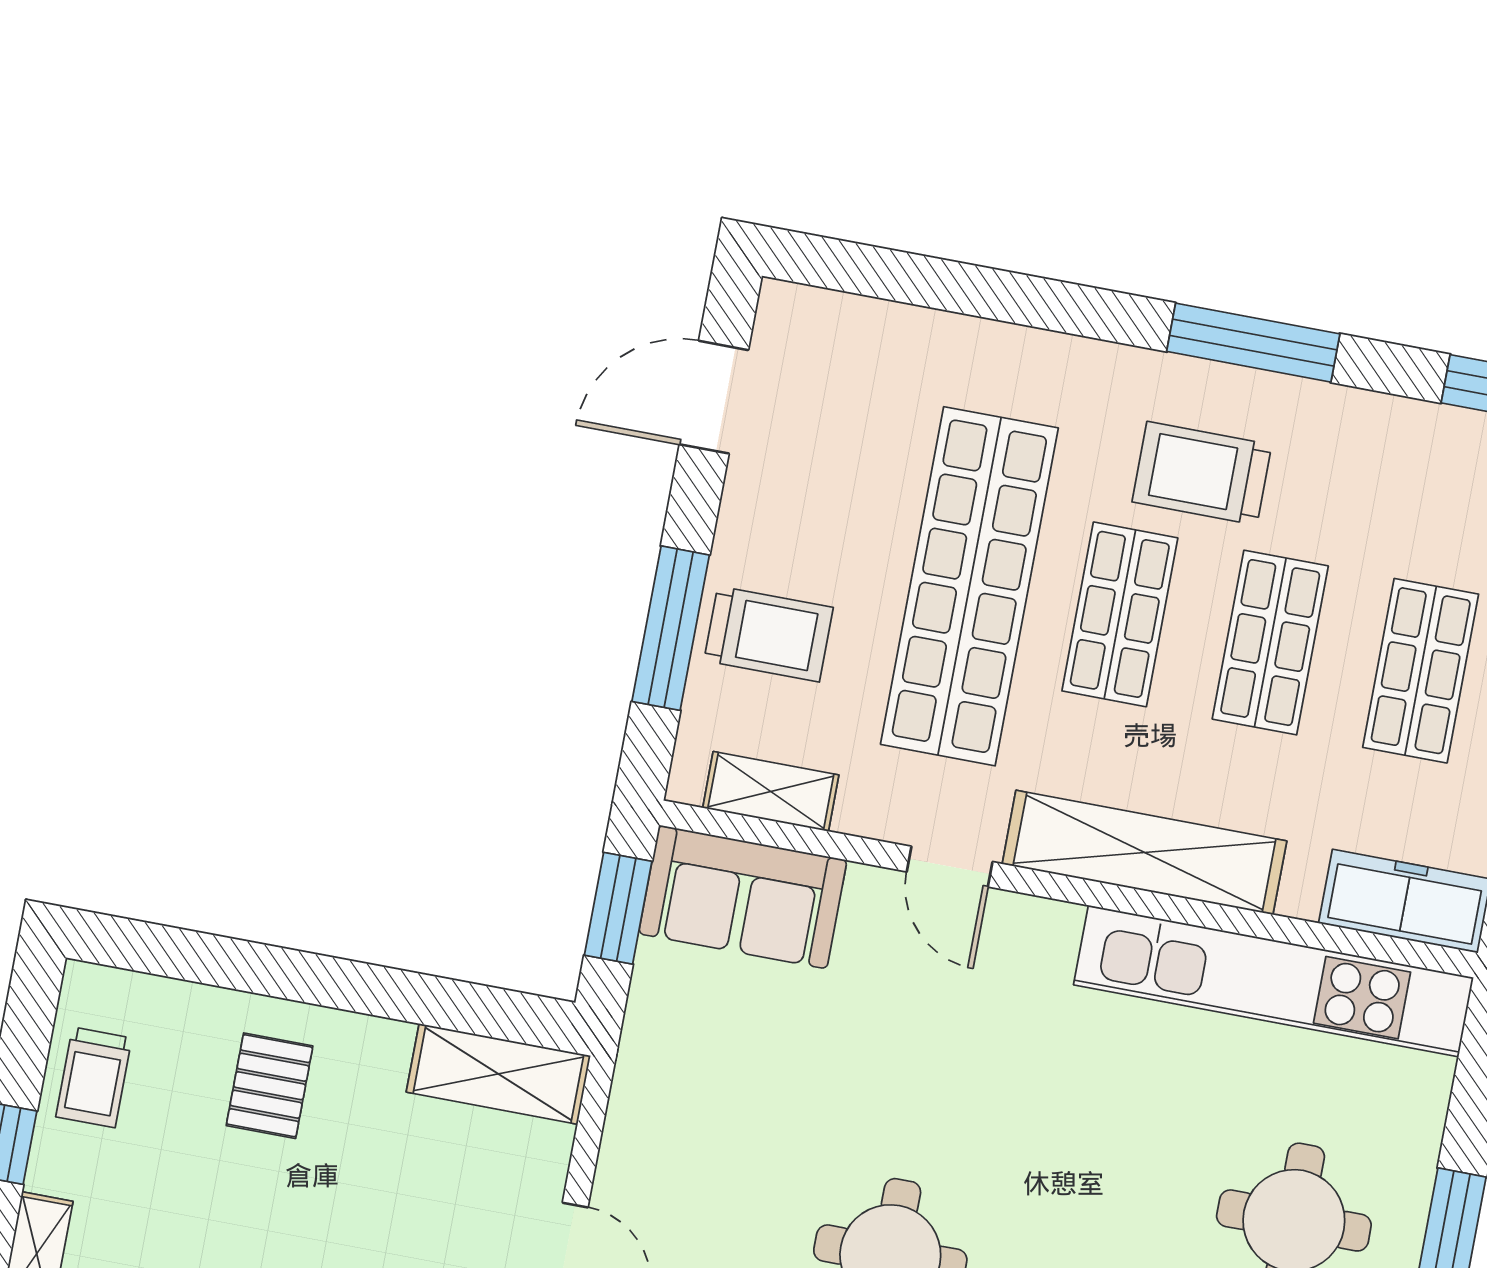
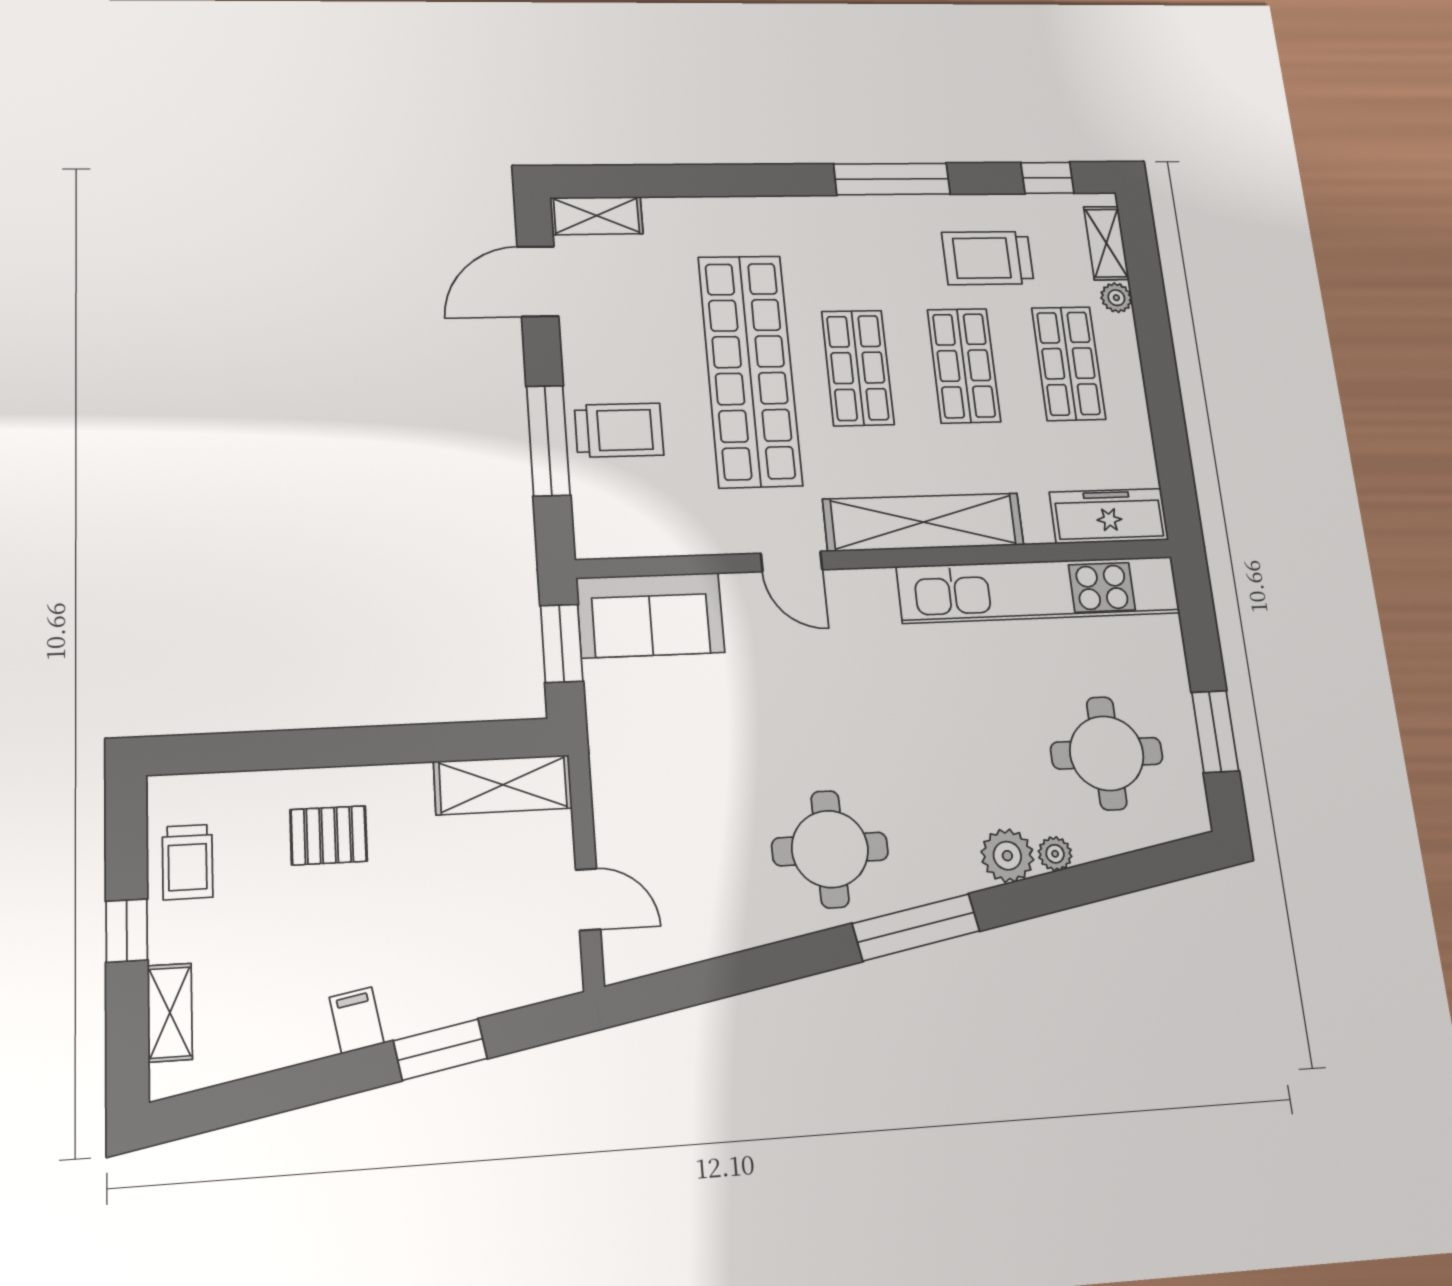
trolley: (1202, 473) -> (988, 258), moved
shelving: (771, 792) -> (596, 216), moved
pallet: (270, 1086) -> (329, 835), turned 90

